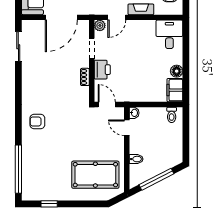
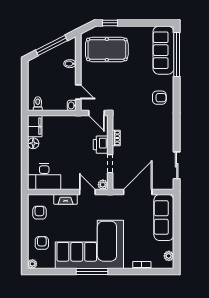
door: (117, 17) -> (87, 192), hinge flipped
desk: (169, 34) -> (44, 177), width x1.37
sofa: (33, 174) -> (163, 50), added
window: (49, 204) -> (110, 23), moved

